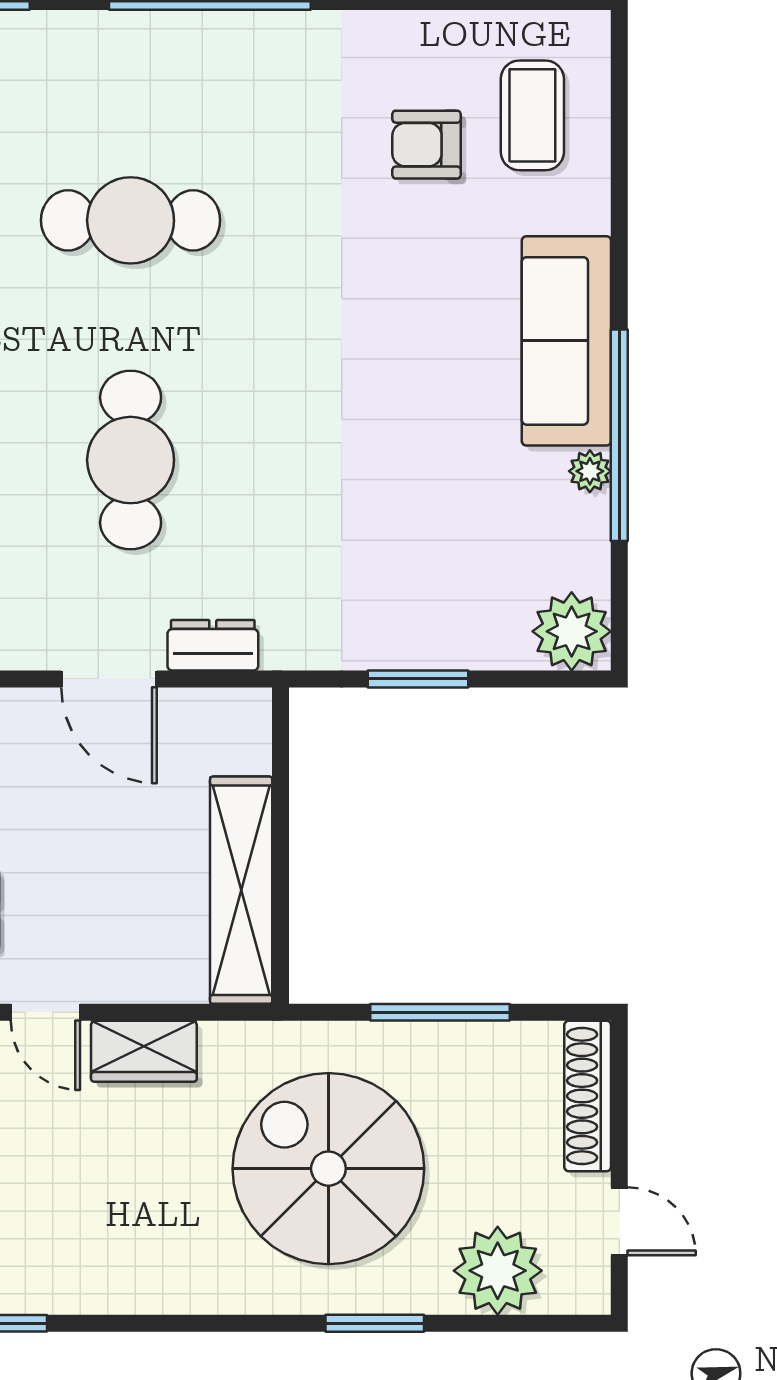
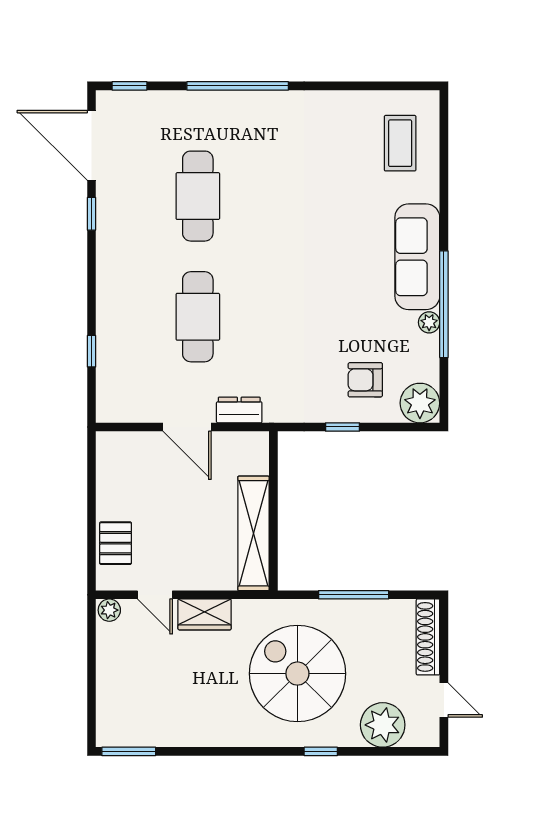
armchair: (426, 145) -> (365, 380), moved
cafe table: (131, 220) -> (198, 196), turned 90
window: (418, 679) -> (343, 427), width x0.67
window: (375, 1323) -> (321, 751), width x0.67

